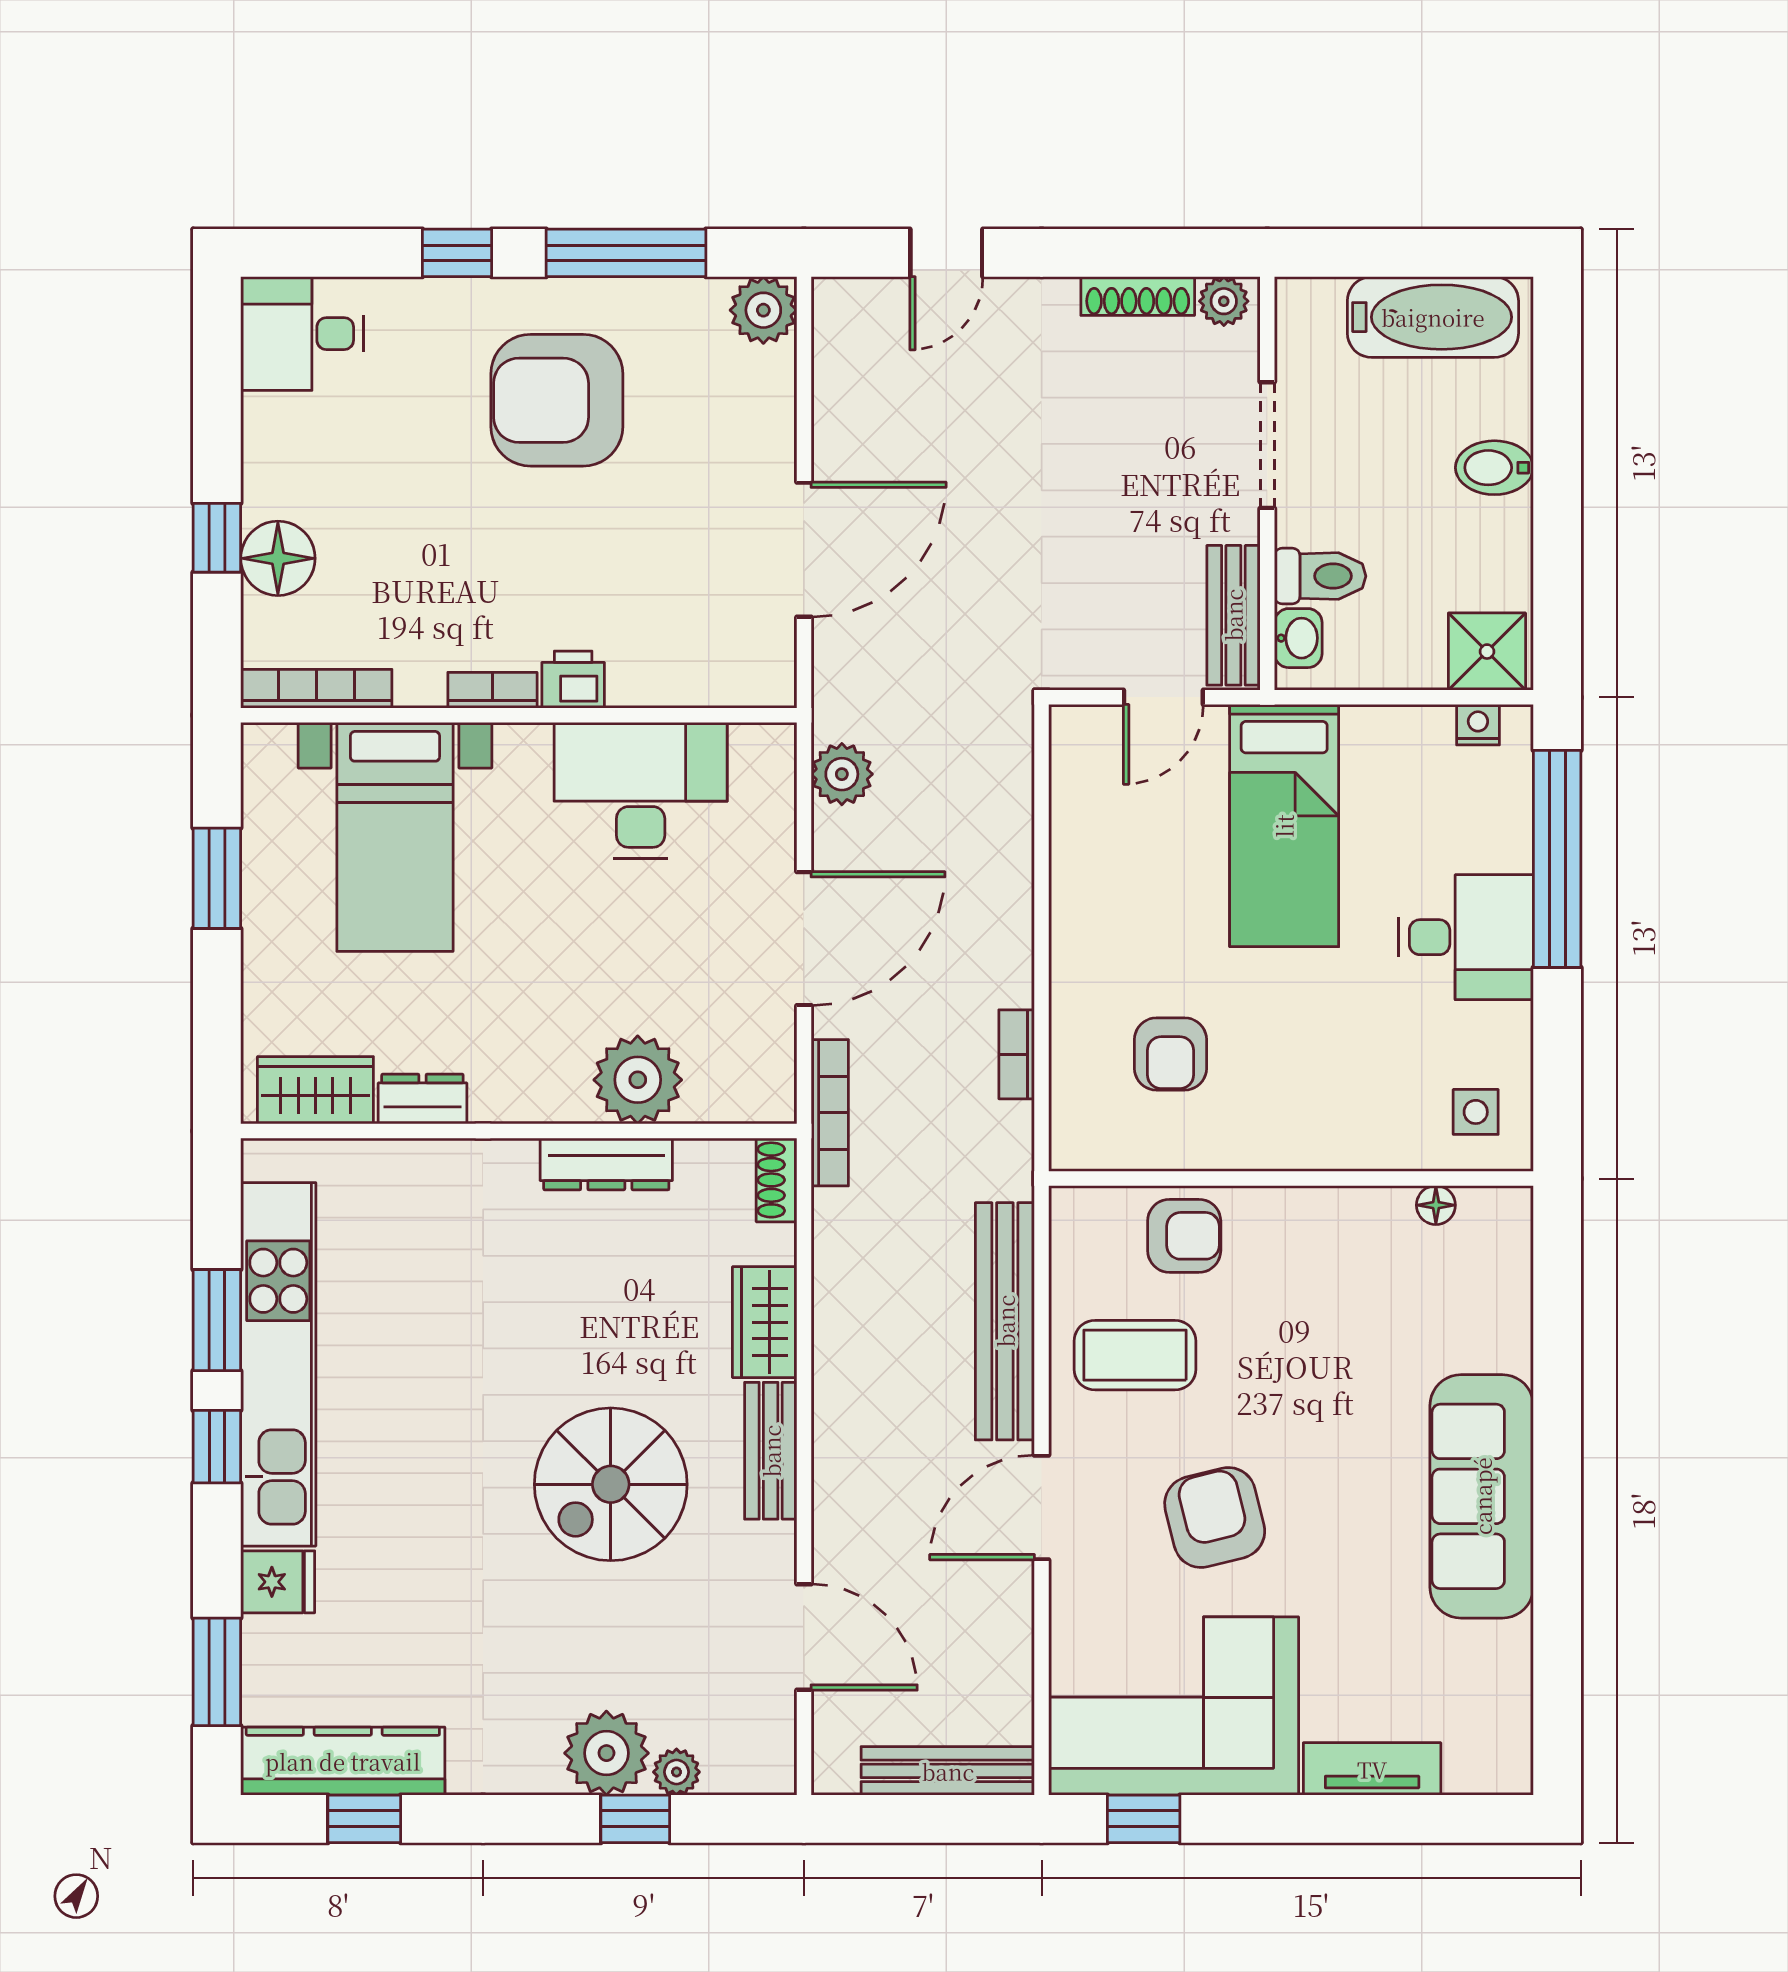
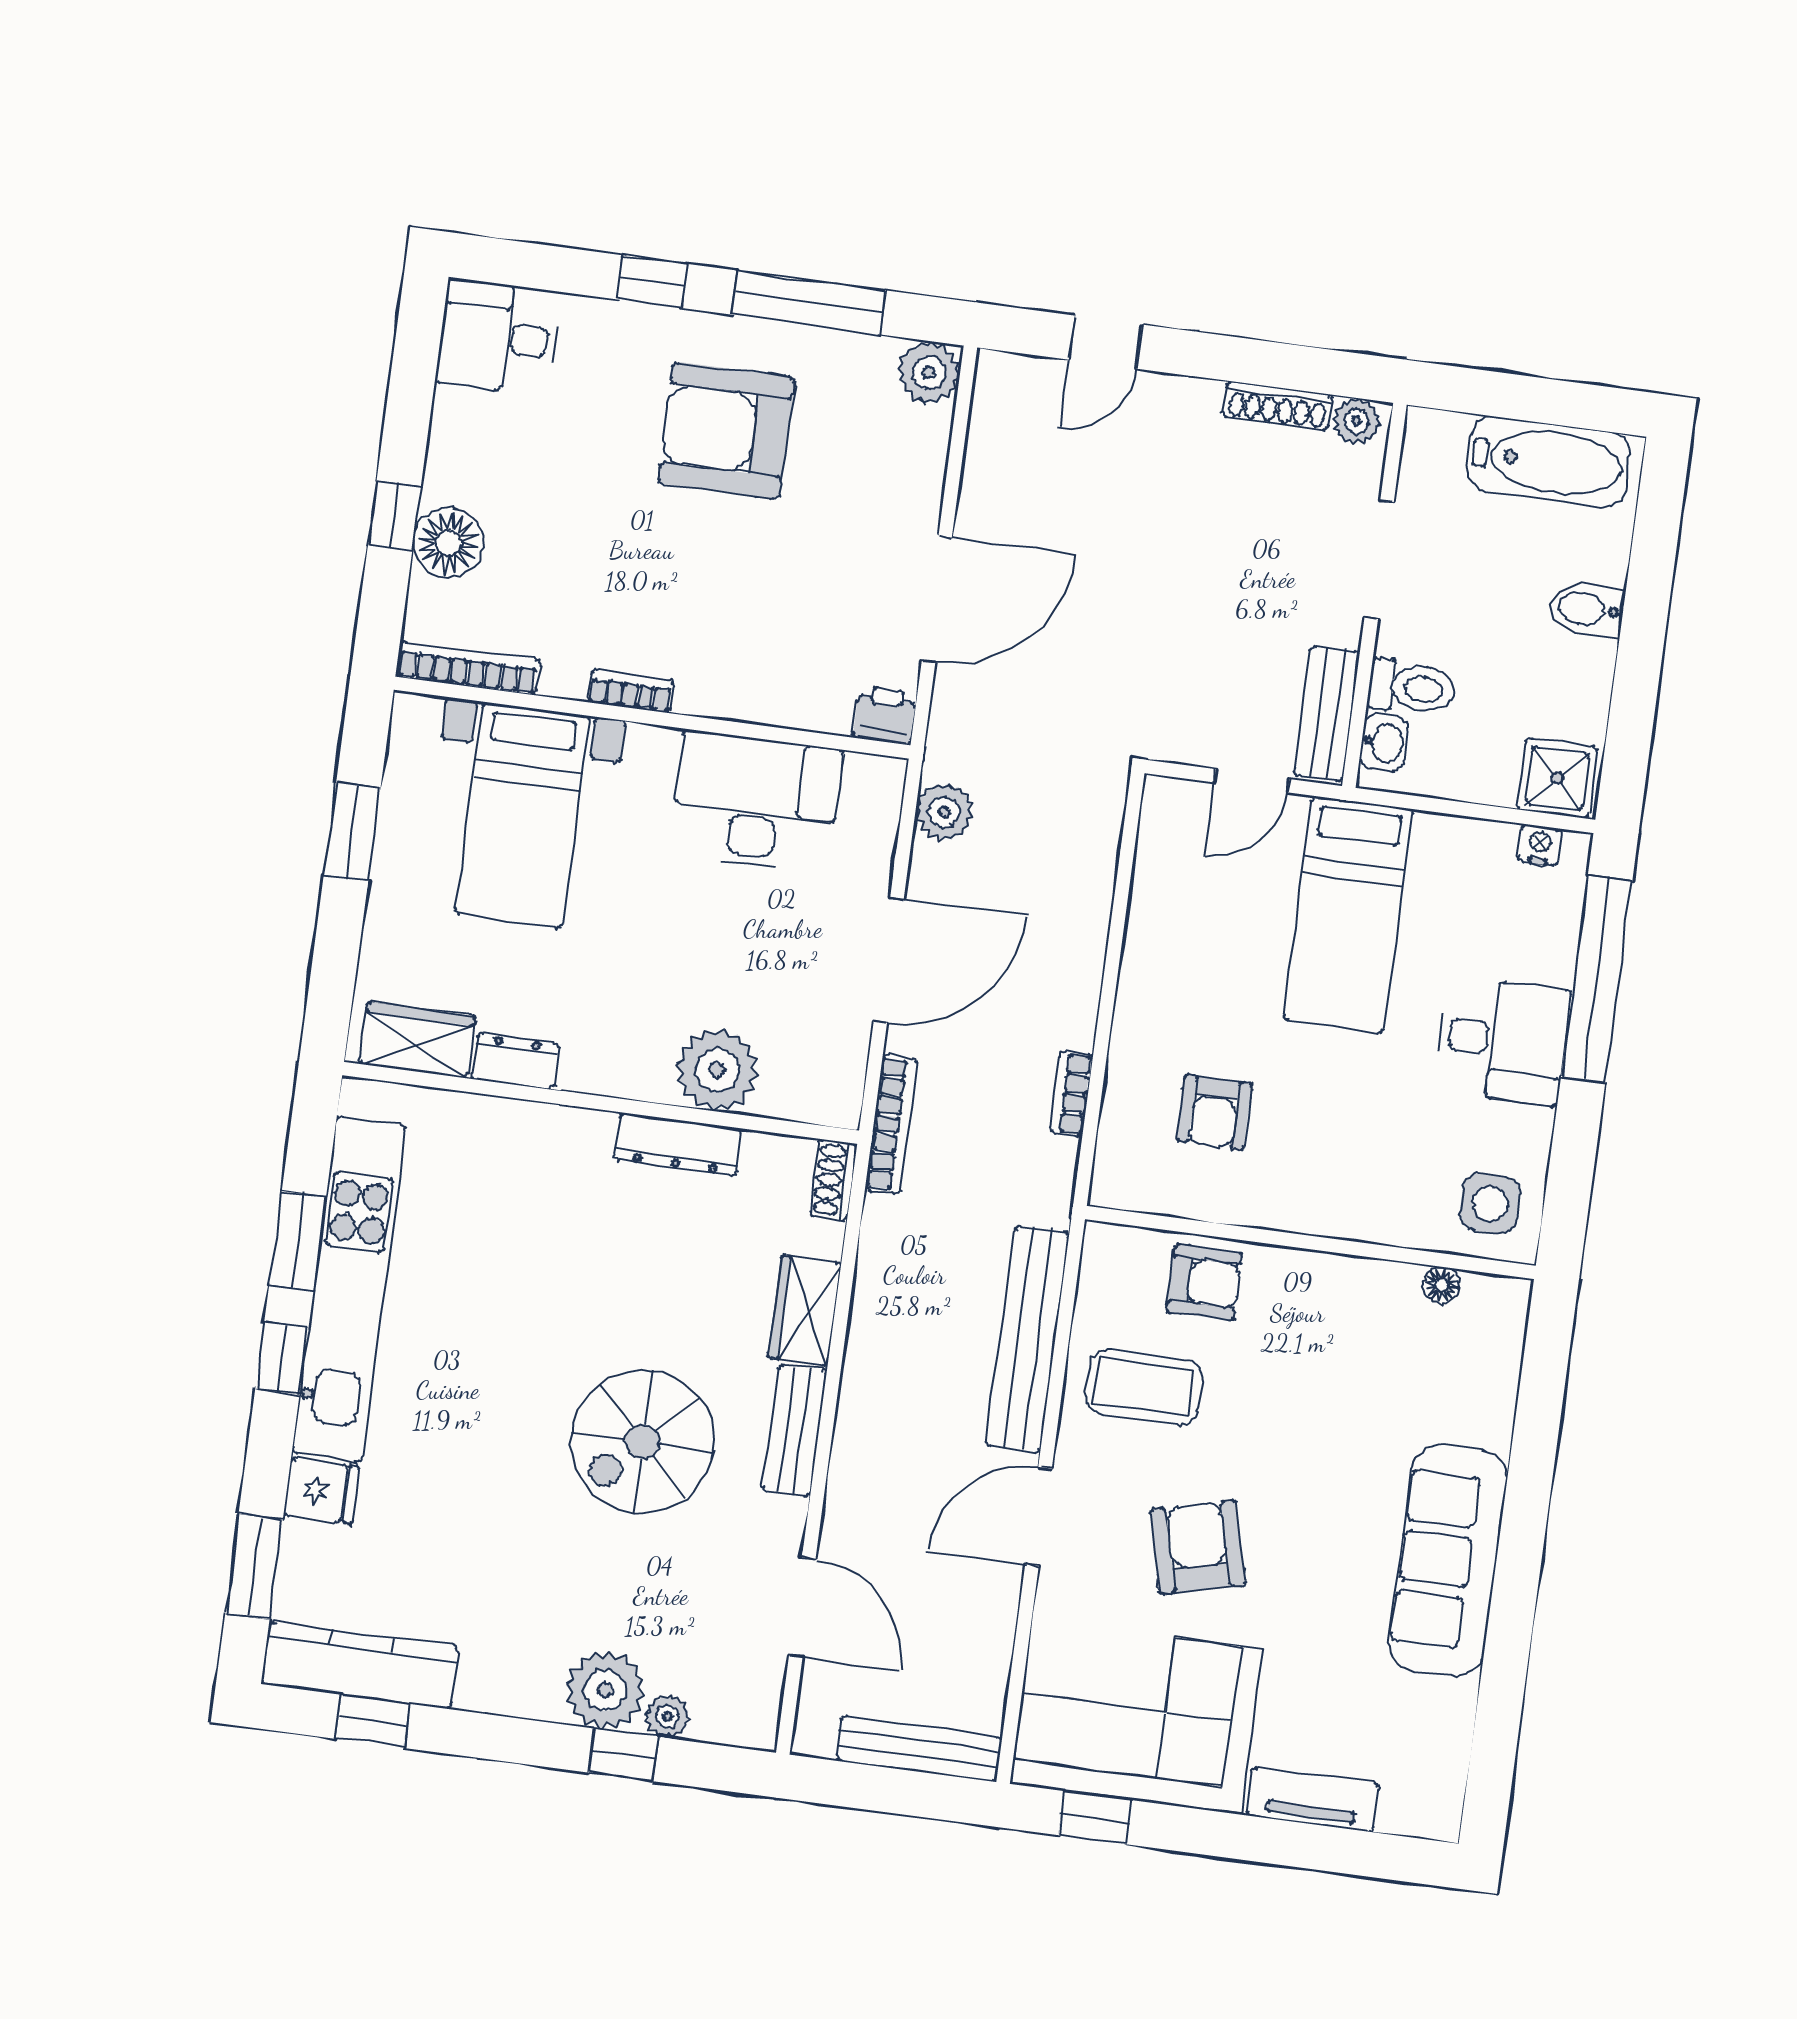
printer: (573, 680) -> (885, 715), moved
side table: (1476, 1112) -> (1490, 1204), width x1.37, depth x1.37

